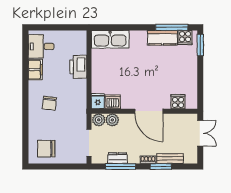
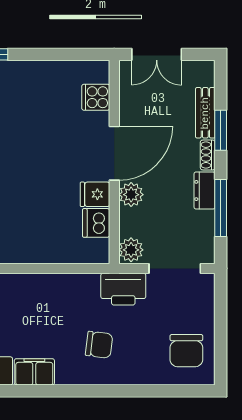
printer: (78, 67) -> (123, 289), moved
fridge: (98, 101) -> (95, 194), moved
plant: (112, 120) -> (131, 195), moved
double door: (200, 133) -> (157, 54), swing flipped
dresser: (118, 158) -> (205, 191), moved

